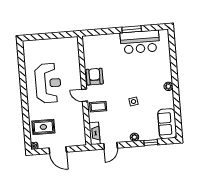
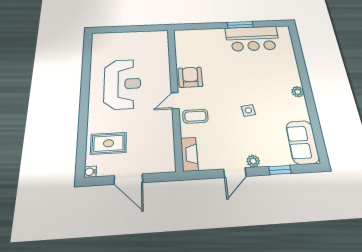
door: (85, 95) -> (175, 101), hinge flipped
door: (111, 146) -> (235, 173), moved

